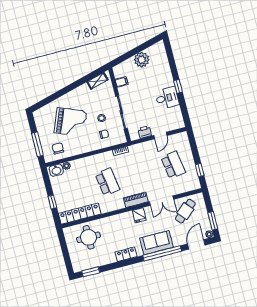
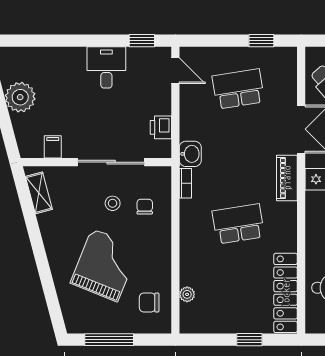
window: (178, 86) -> (142, 41), moved
door: (160, 136) -> (175, 71), moved
window: (37, 144) -> (109, 340), moved
washbasin: (56, 170) -> (190, 154), moved

